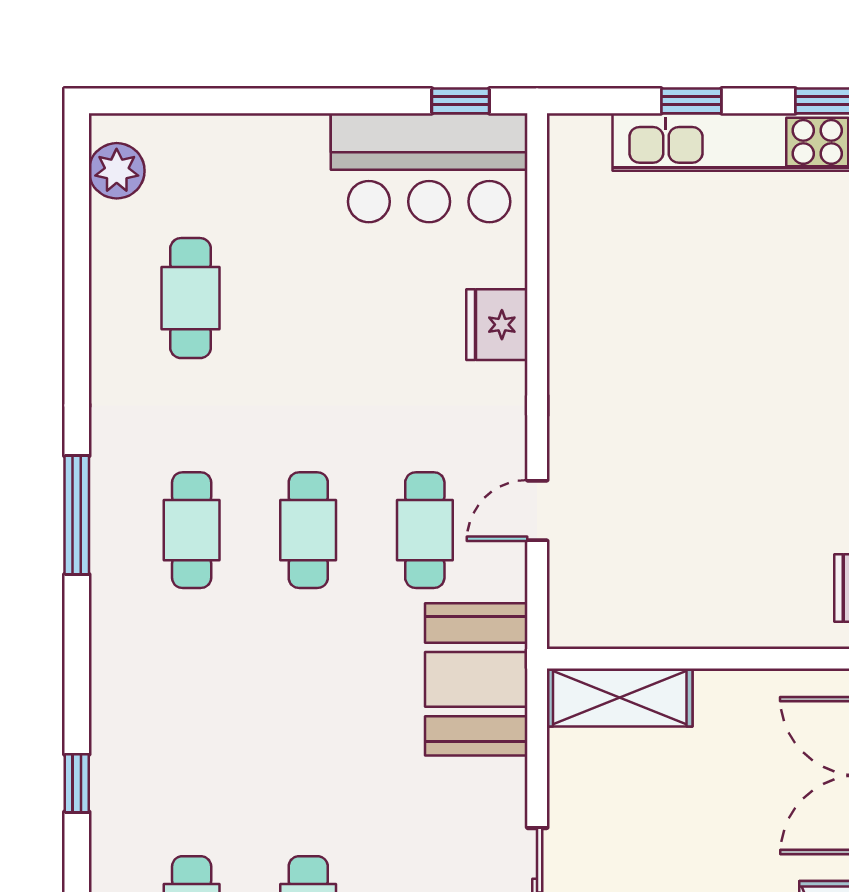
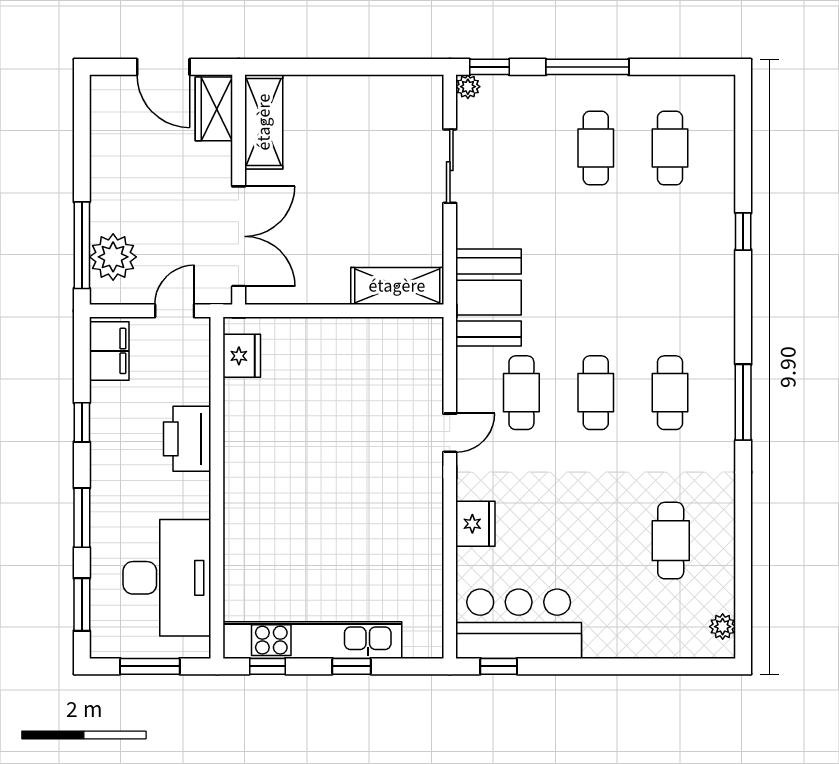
plant: (117, 171) -> (723, 627), width x0.73, depth x0.73
door: (537, 510) -> (450, 433), moved

